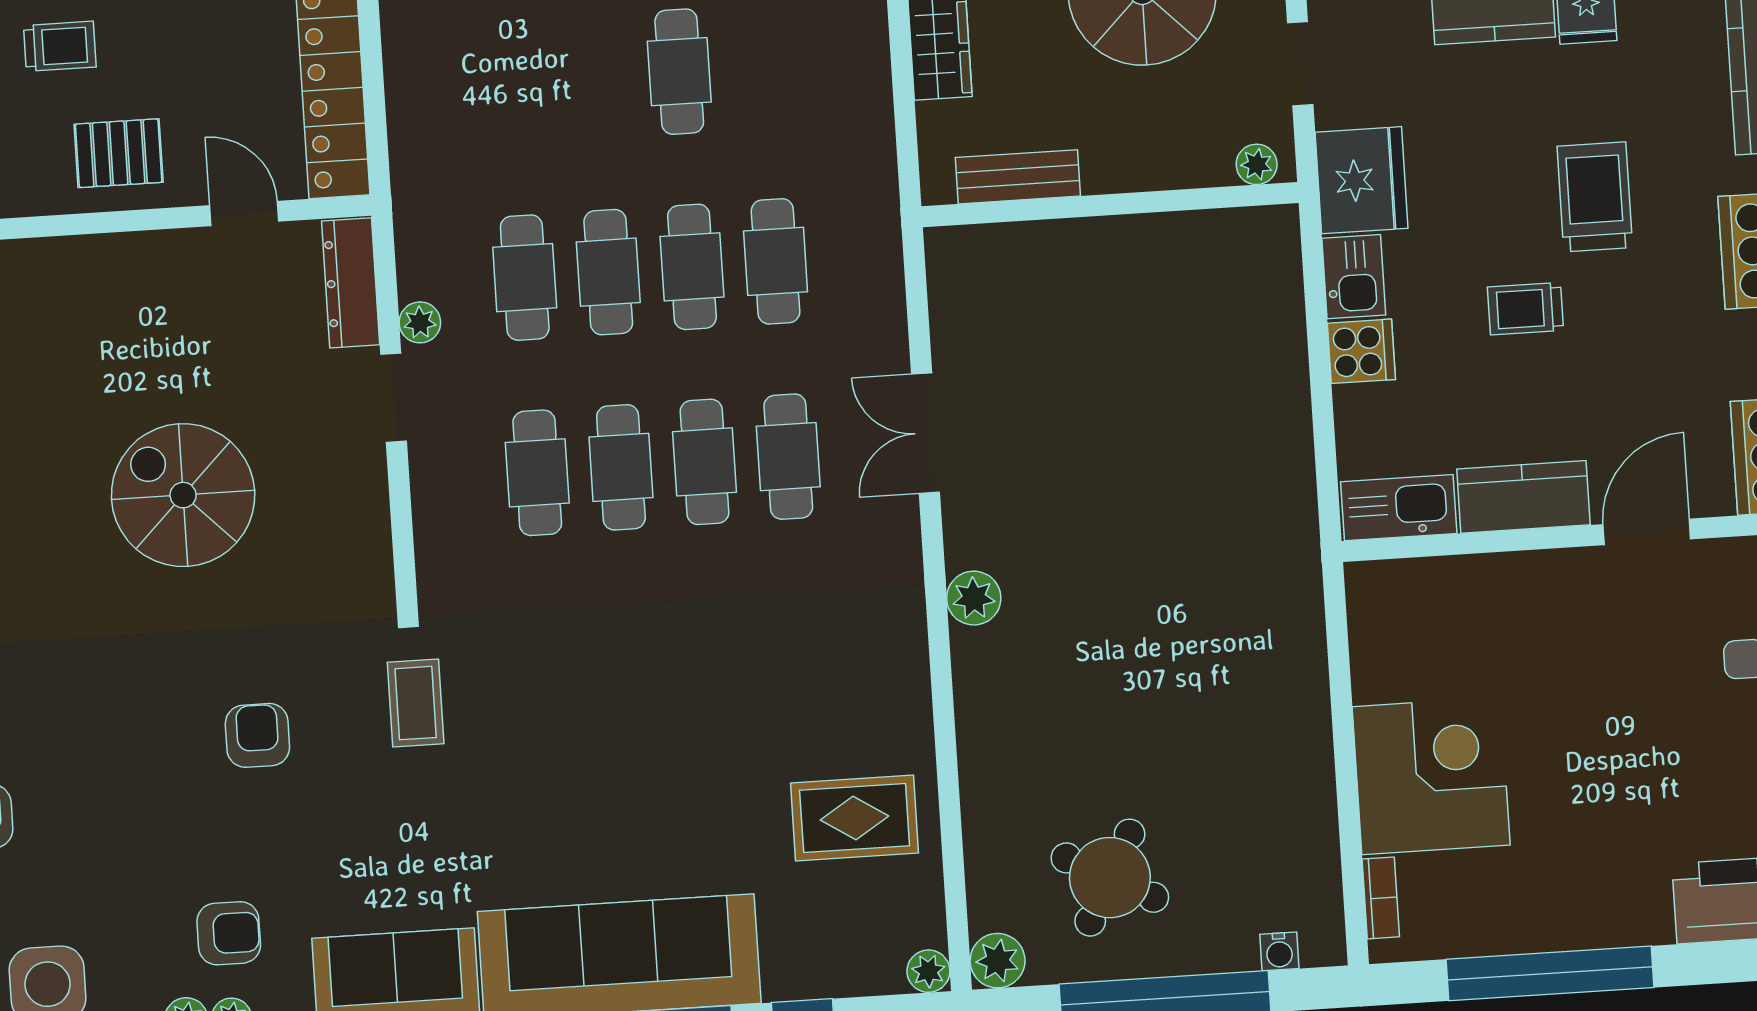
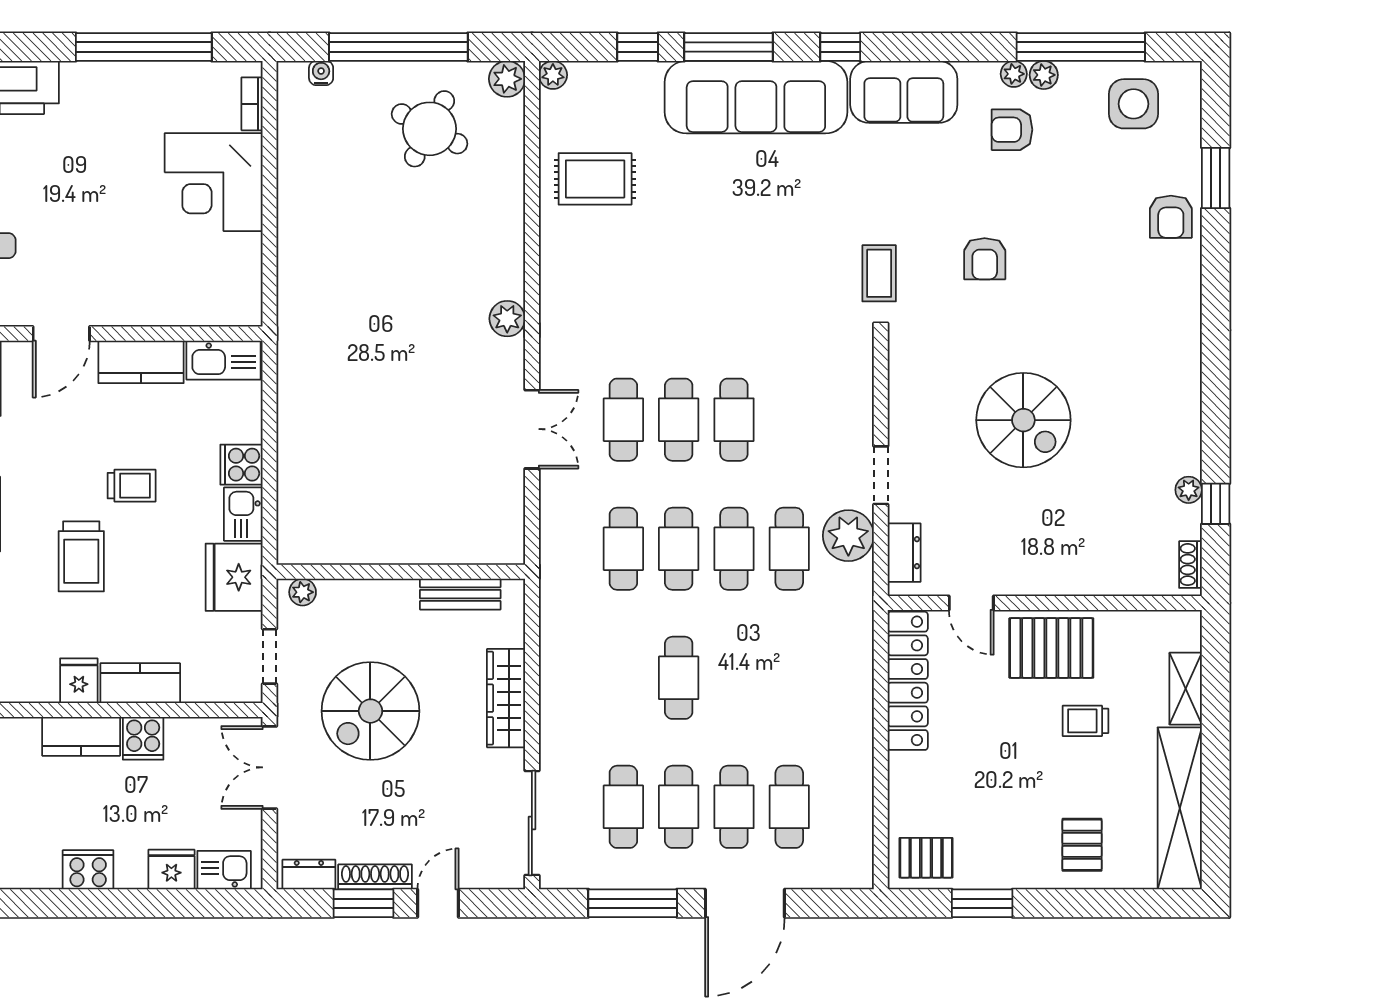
pallet: (119, 153) -> (1051, 648), width x1.50, depth x1.42
dresser: (351, 283) -> (904, 553), width x0.70
plant: (420, 322) -> (848, 536), width x1.88, depth x1.88
cafe table: (537, 473) -> (789, 420), removed

